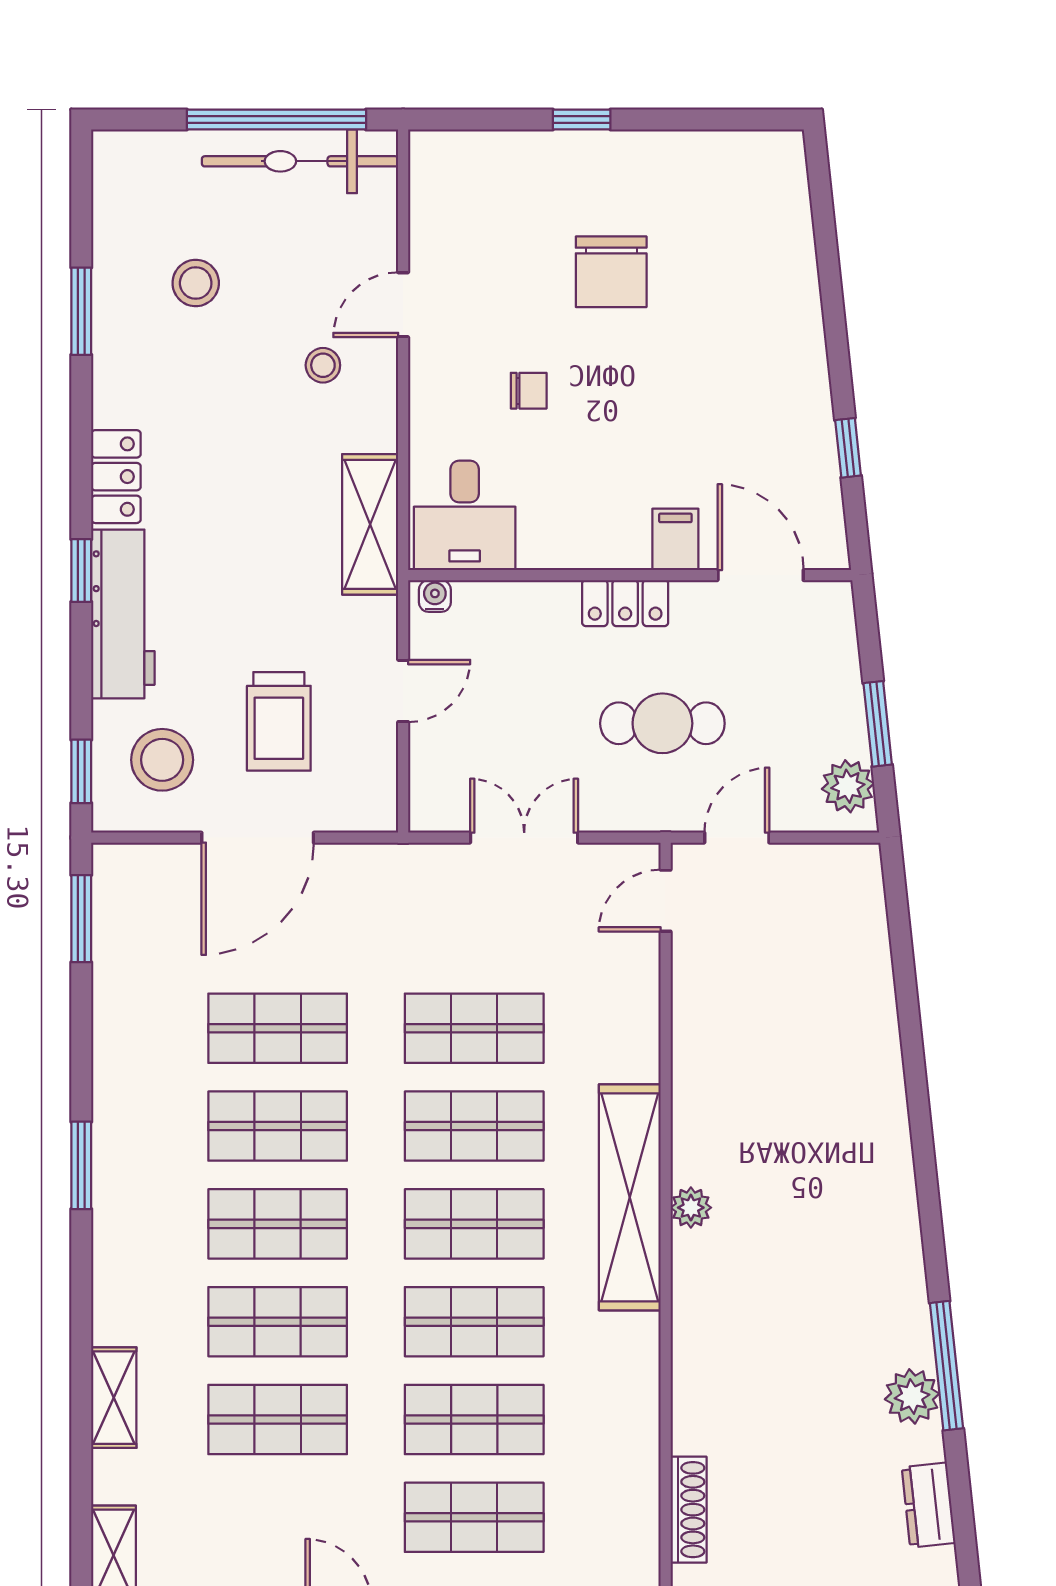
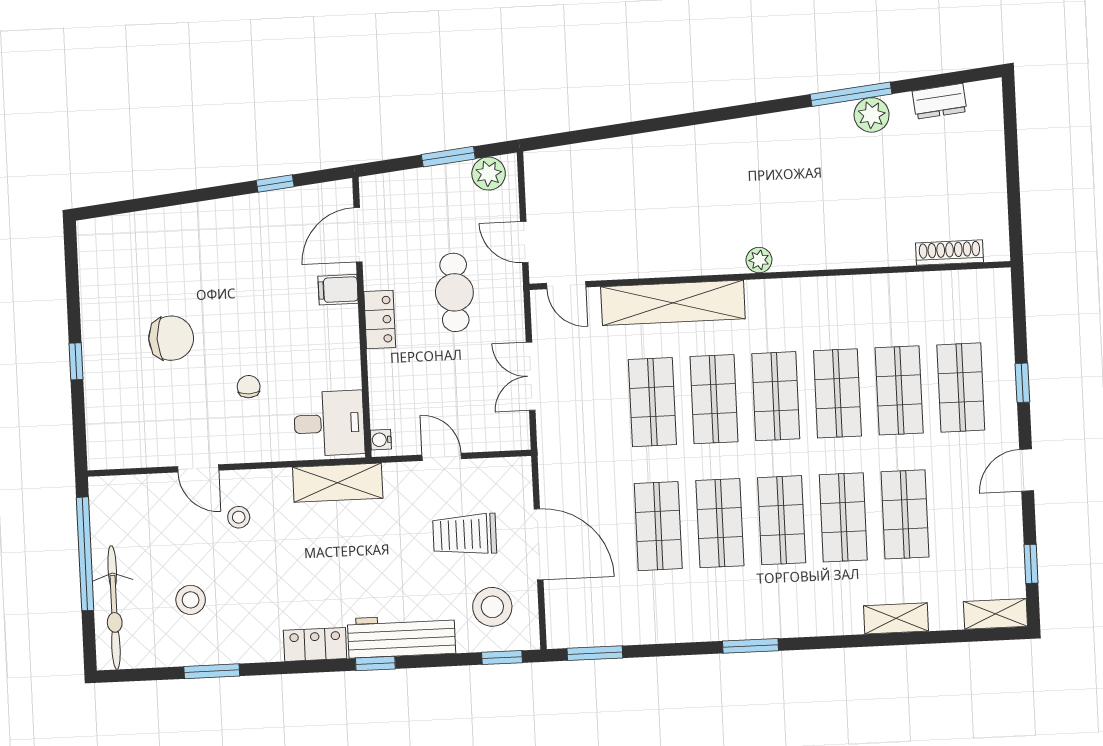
bicycle: (300, 161) -> (114, 607), moved
trolley: (279, 721) -> (465, 534), turned 180
shelving: (630, 1197) -> (673, 303), moved

